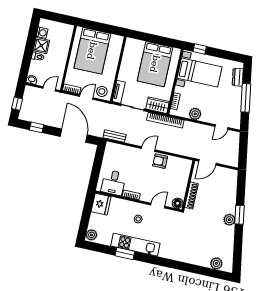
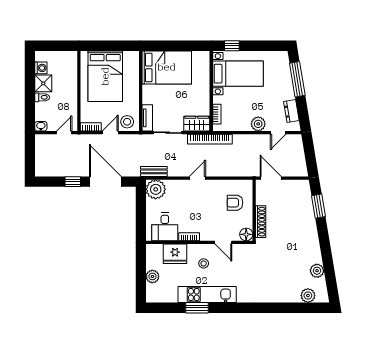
bed: (155, 64) -> (167, 67), moved, turned -90
dresser: (238, 77) -> (291, 111), moved
window: (246, 98) -> (297, 79), moved
window: (17, 104) -> (30, 159), removed
plant: (195, 114) -> (258, 124), moved
window: (37, 127) -> (73, 182), moved
plant: (113, 151) -> (156, 189), added
armchair: (160, 161) -> (235, 203), moved
door: (207, 162) -> (271, 178), swing flipped
fridge: (101, 204) -> (175, 254), moved, turned 90
door: (158, 206) -> (223, 242), swing flipped
window: (240, 215) -> (318, 206), moved
plant: (229, 220) -> (317, 271), moved
plant: (91, 235) -> (152, 276), moved

